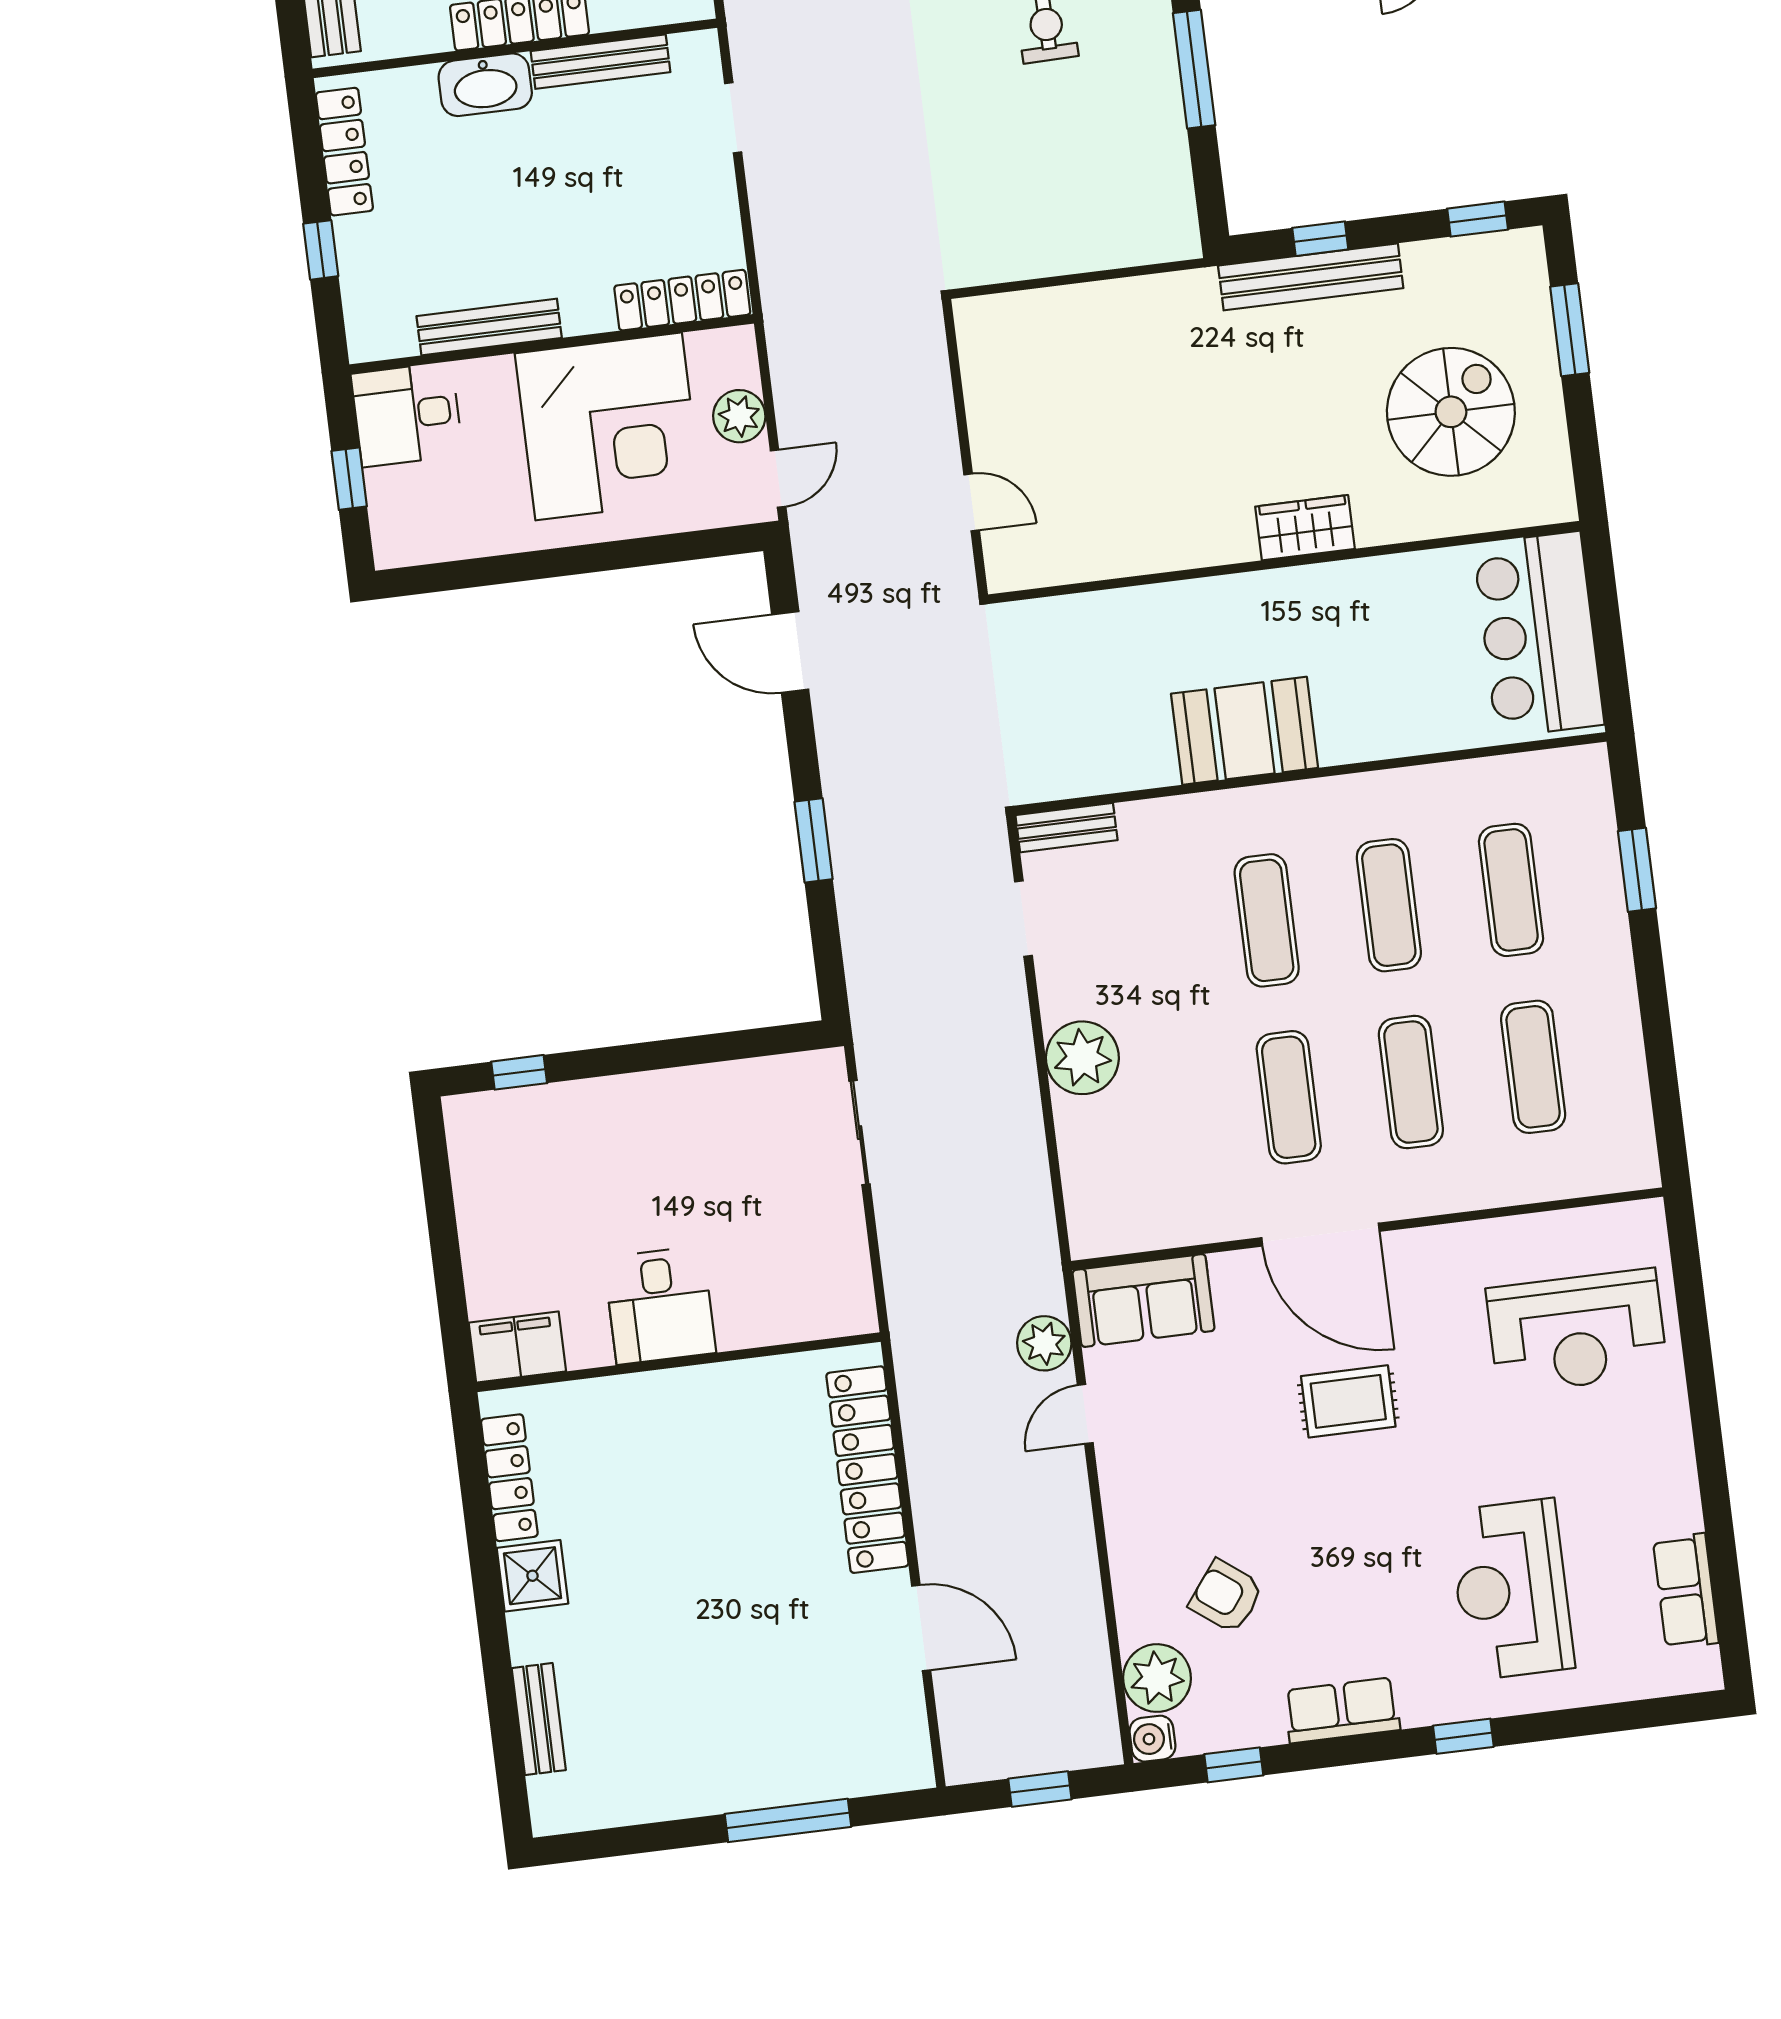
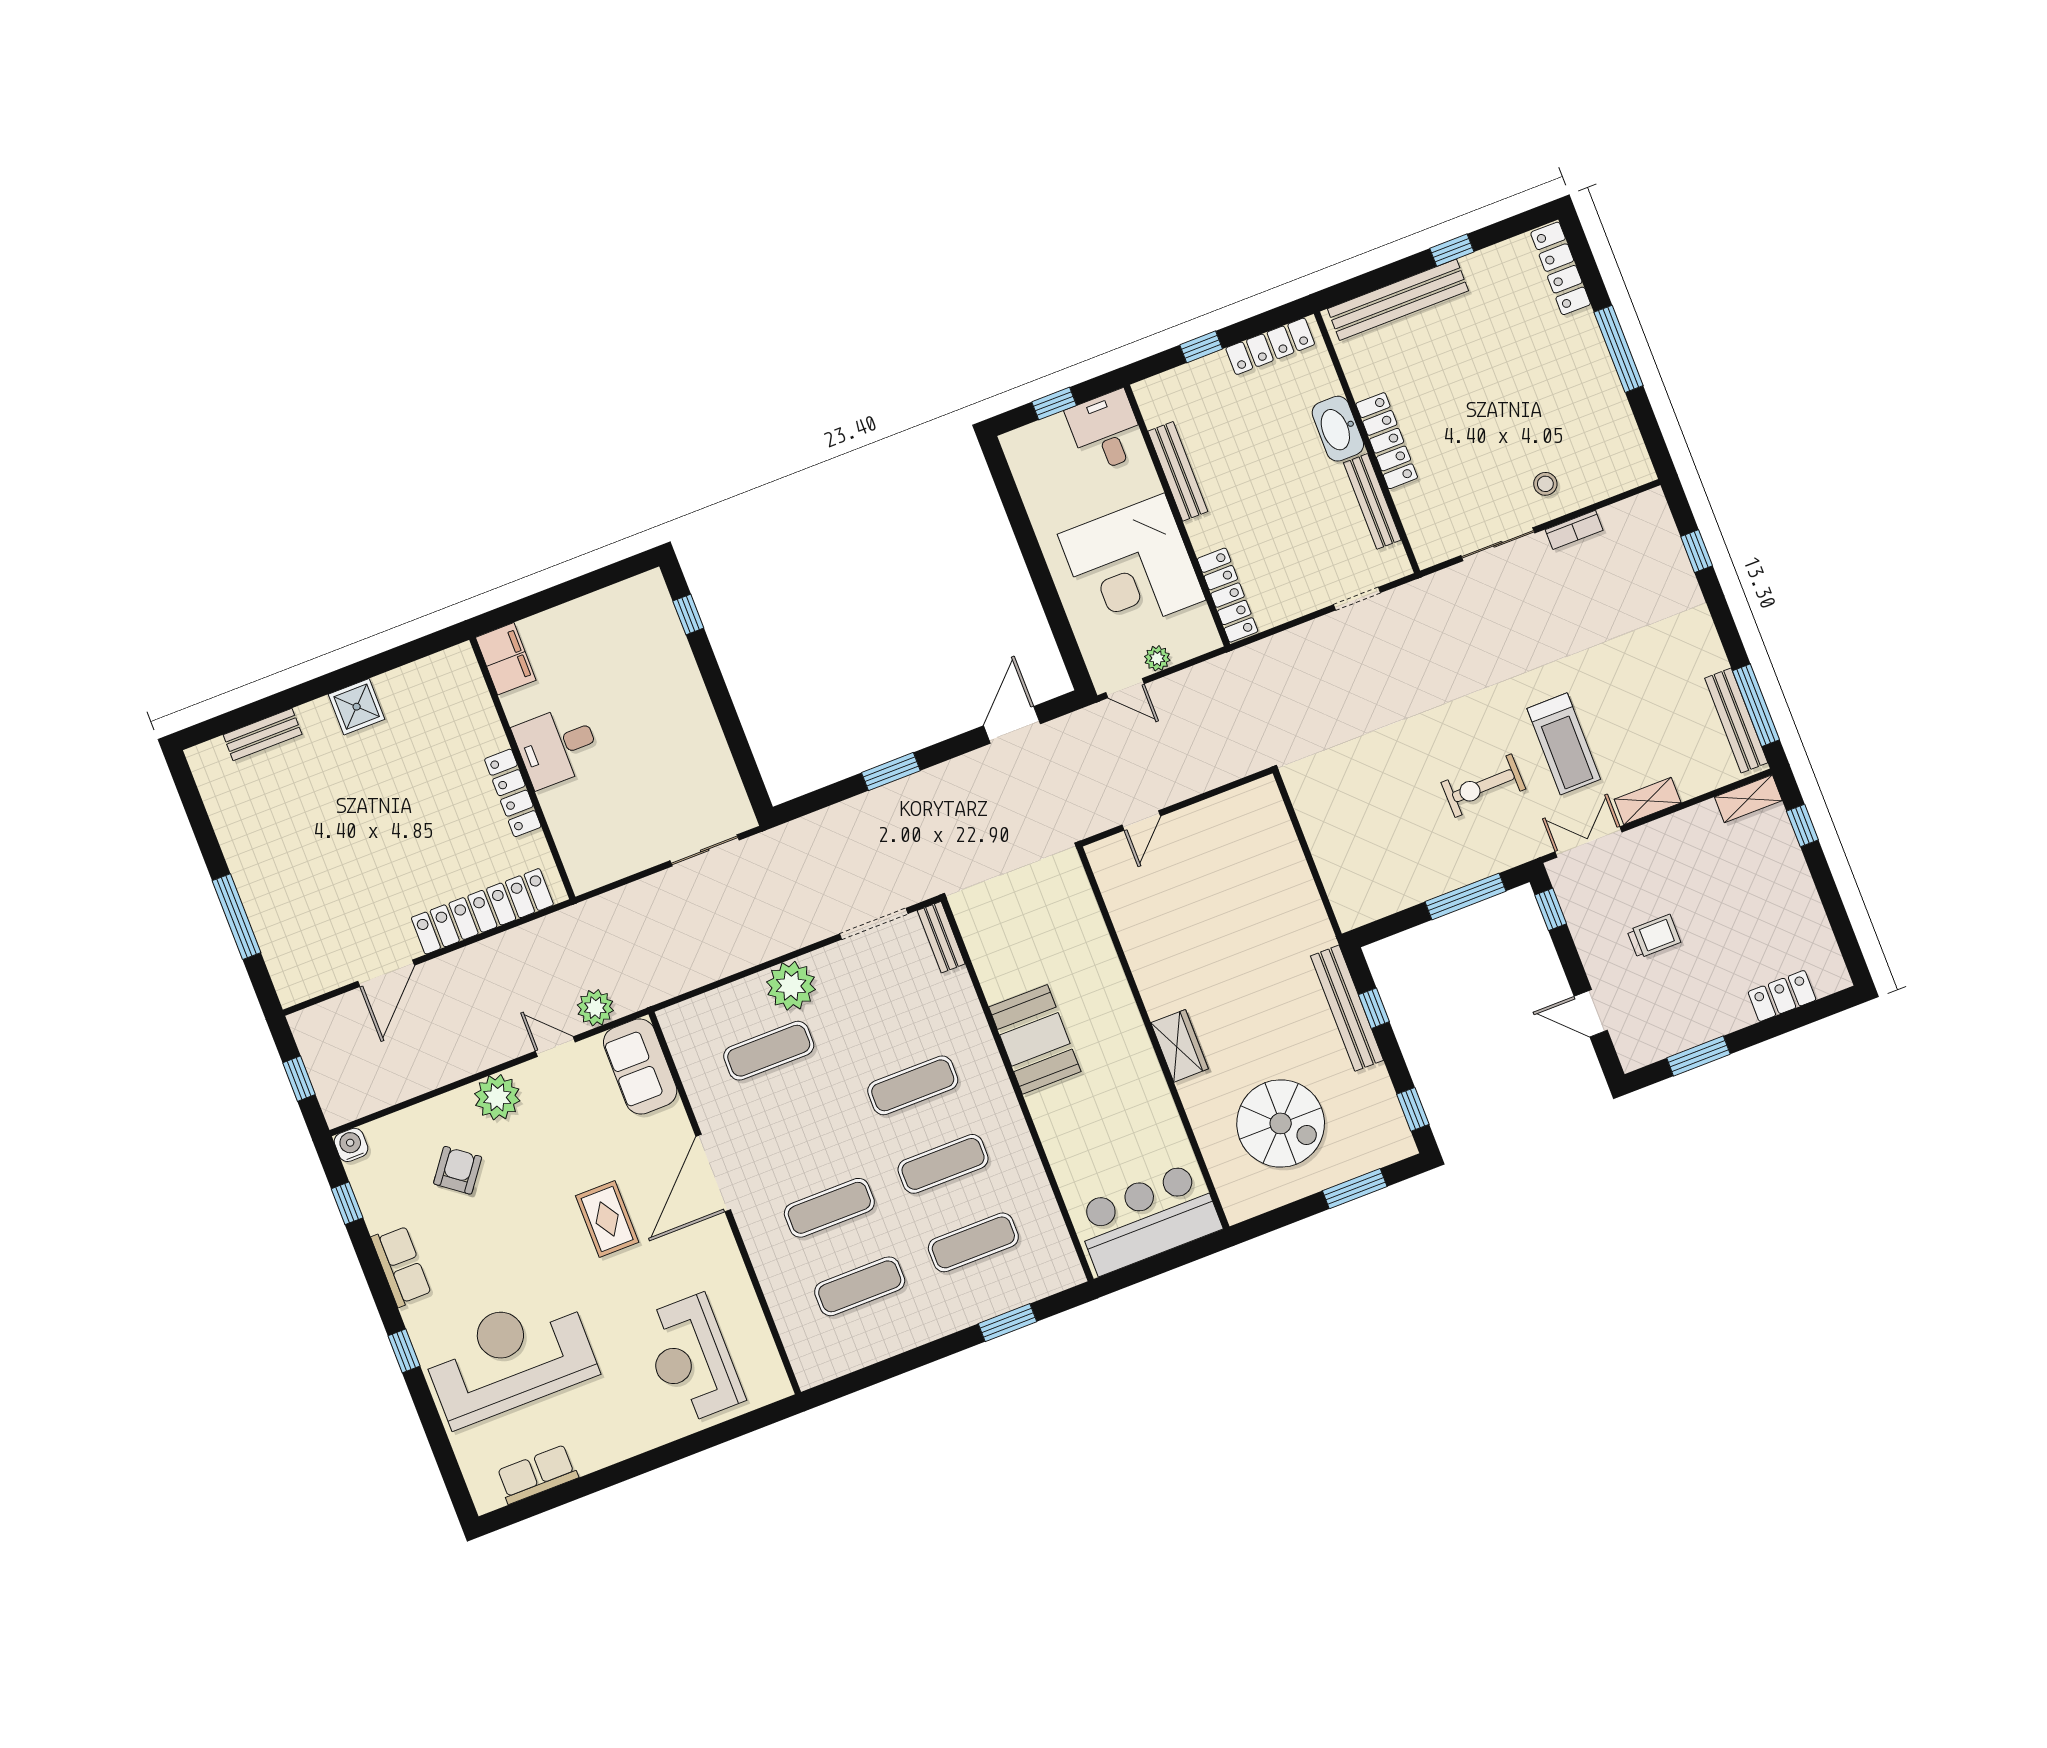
plant: (739, 416) -> (1157, 658), width x0.73, depth x0.73
doorway: (1024, 919) -> (874, 924), width x1.38
exercise mat: (1289, 1097) -> (769, 1051), moved
locker: (509, 1478) -> (513, 793), moved, turned 90
reception desk: (1511, 1589) -> (509, 1358), width x1.36, depth x1.30
plant: (1157, 1678) -> (497, 1097), moved

